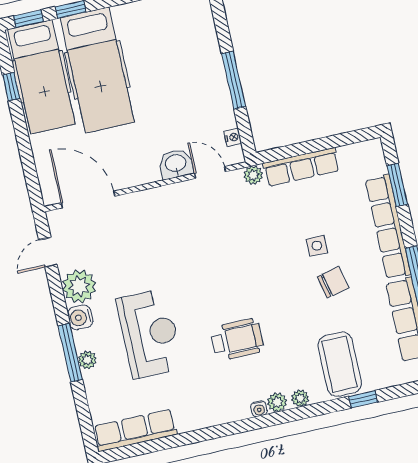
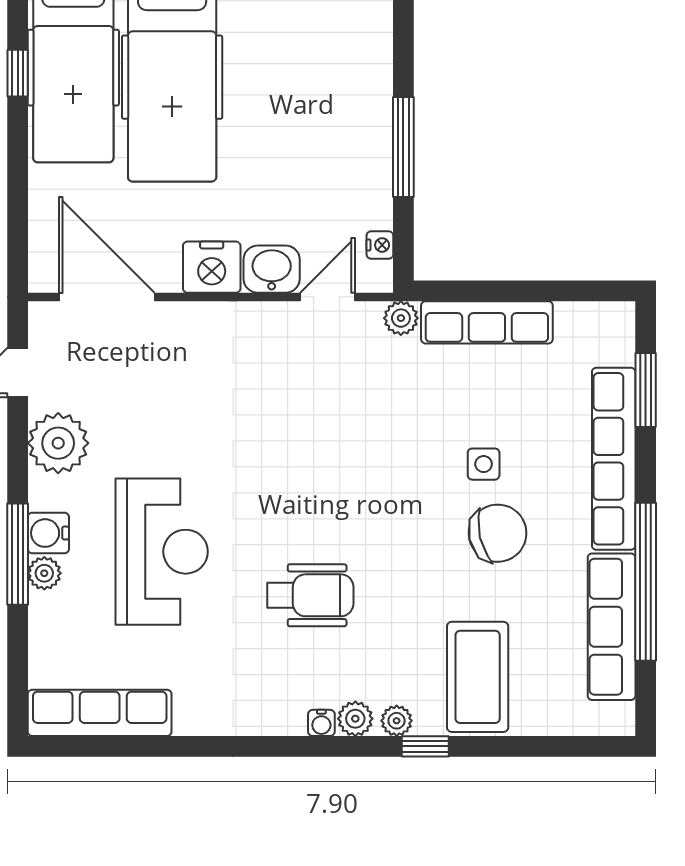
nightstand: (142, 170) -> (212, 267), added
door: (210, 172) -> (328, 297), hinge flipped
chair: (333, 282) -> (498, 533), width x1.37, depth x1.37
water cooler: (80, 317) -> (48, 533), moved
window: (363, 399) -> (425, 746), moved

